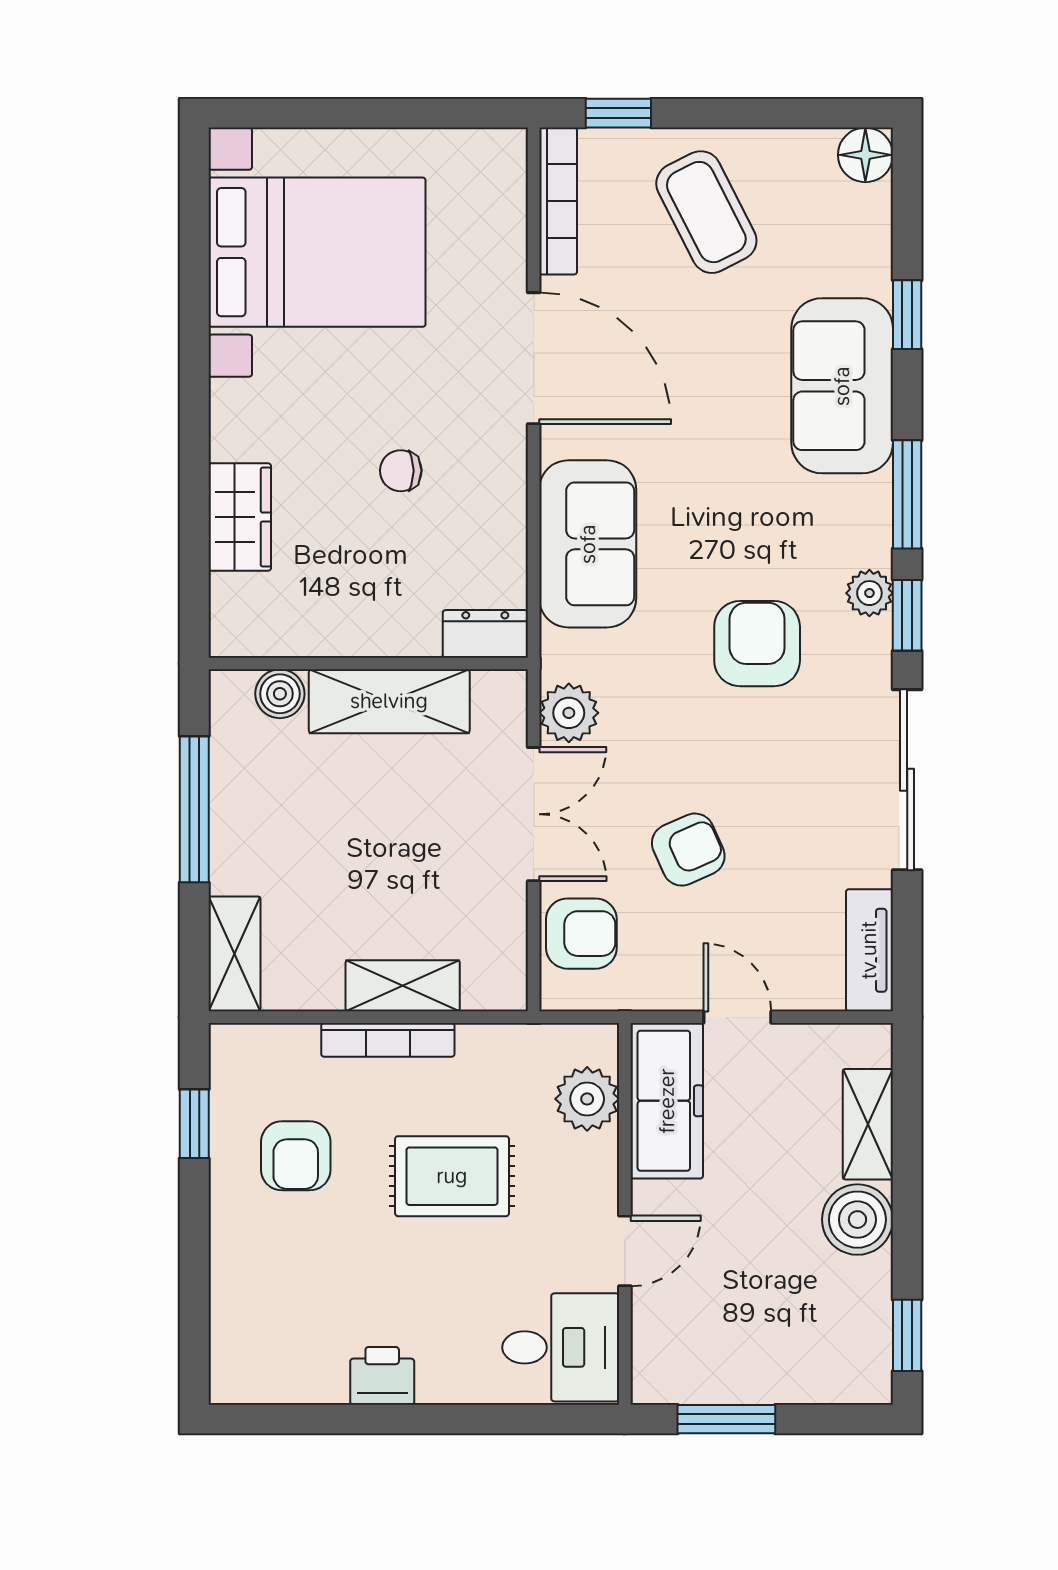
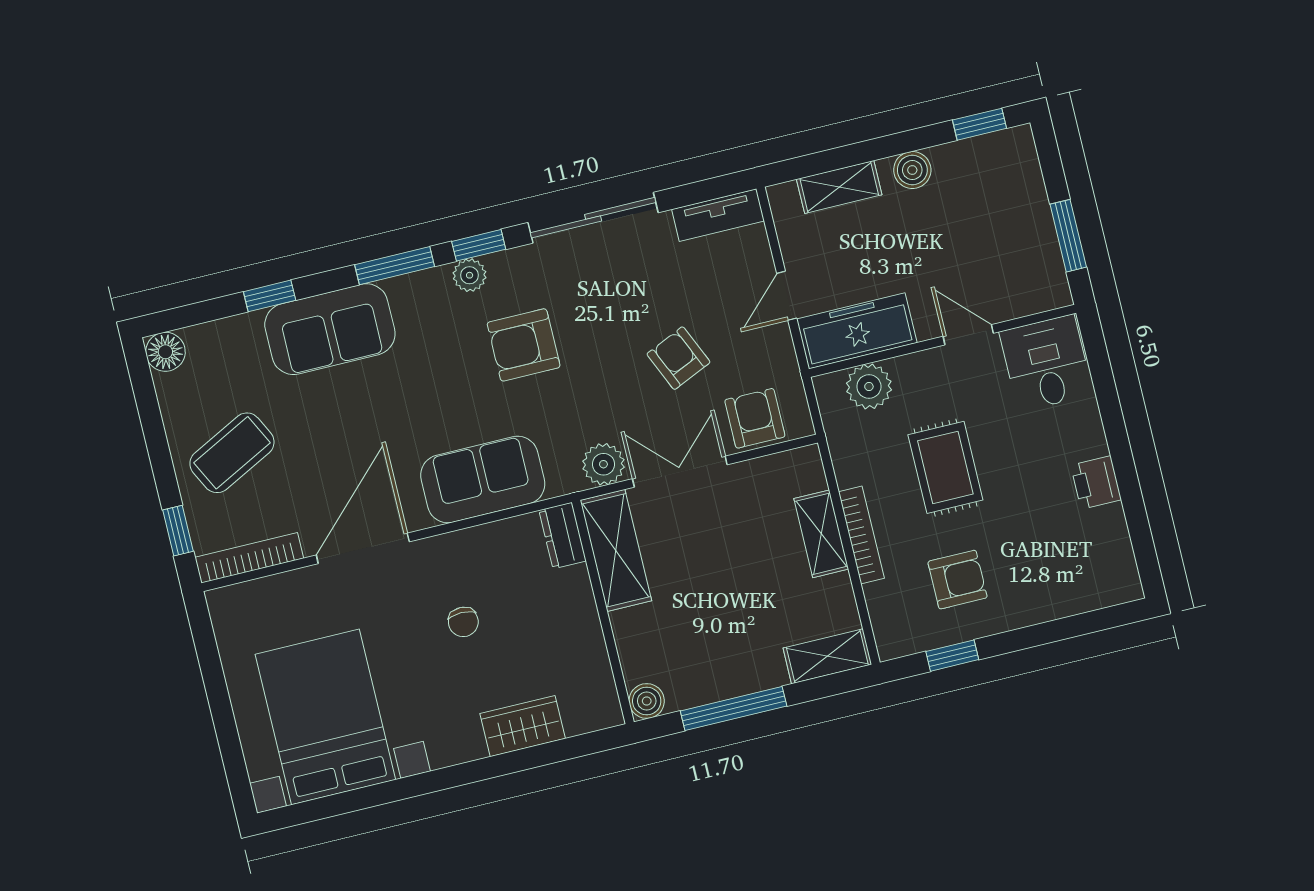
boiler: (280, 694) -> (647, 701), moved
shelving: (389, 701) -> (616, 550), moved
boiler: (857, 1220) -> (912, 170), width x0.73, depth x0.73

